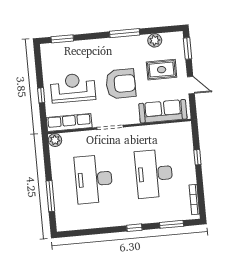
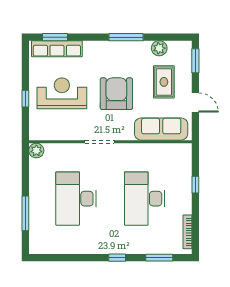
rug: (162, 70) -> (164, 82), turned 90
armchair: (121, 84) -> (116, 94), turned -90
row of seats: (69, 122) -> (57, 49), moved, turned 180

